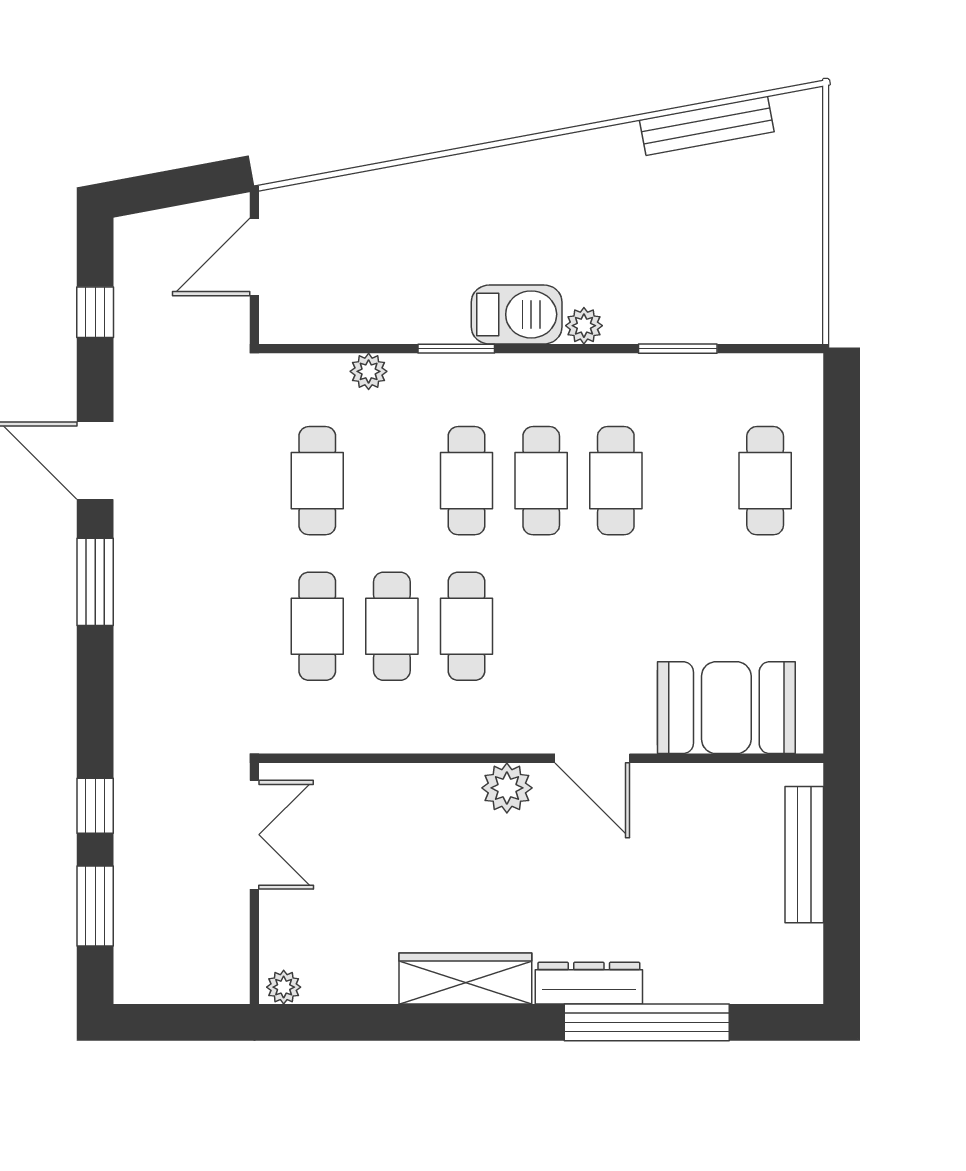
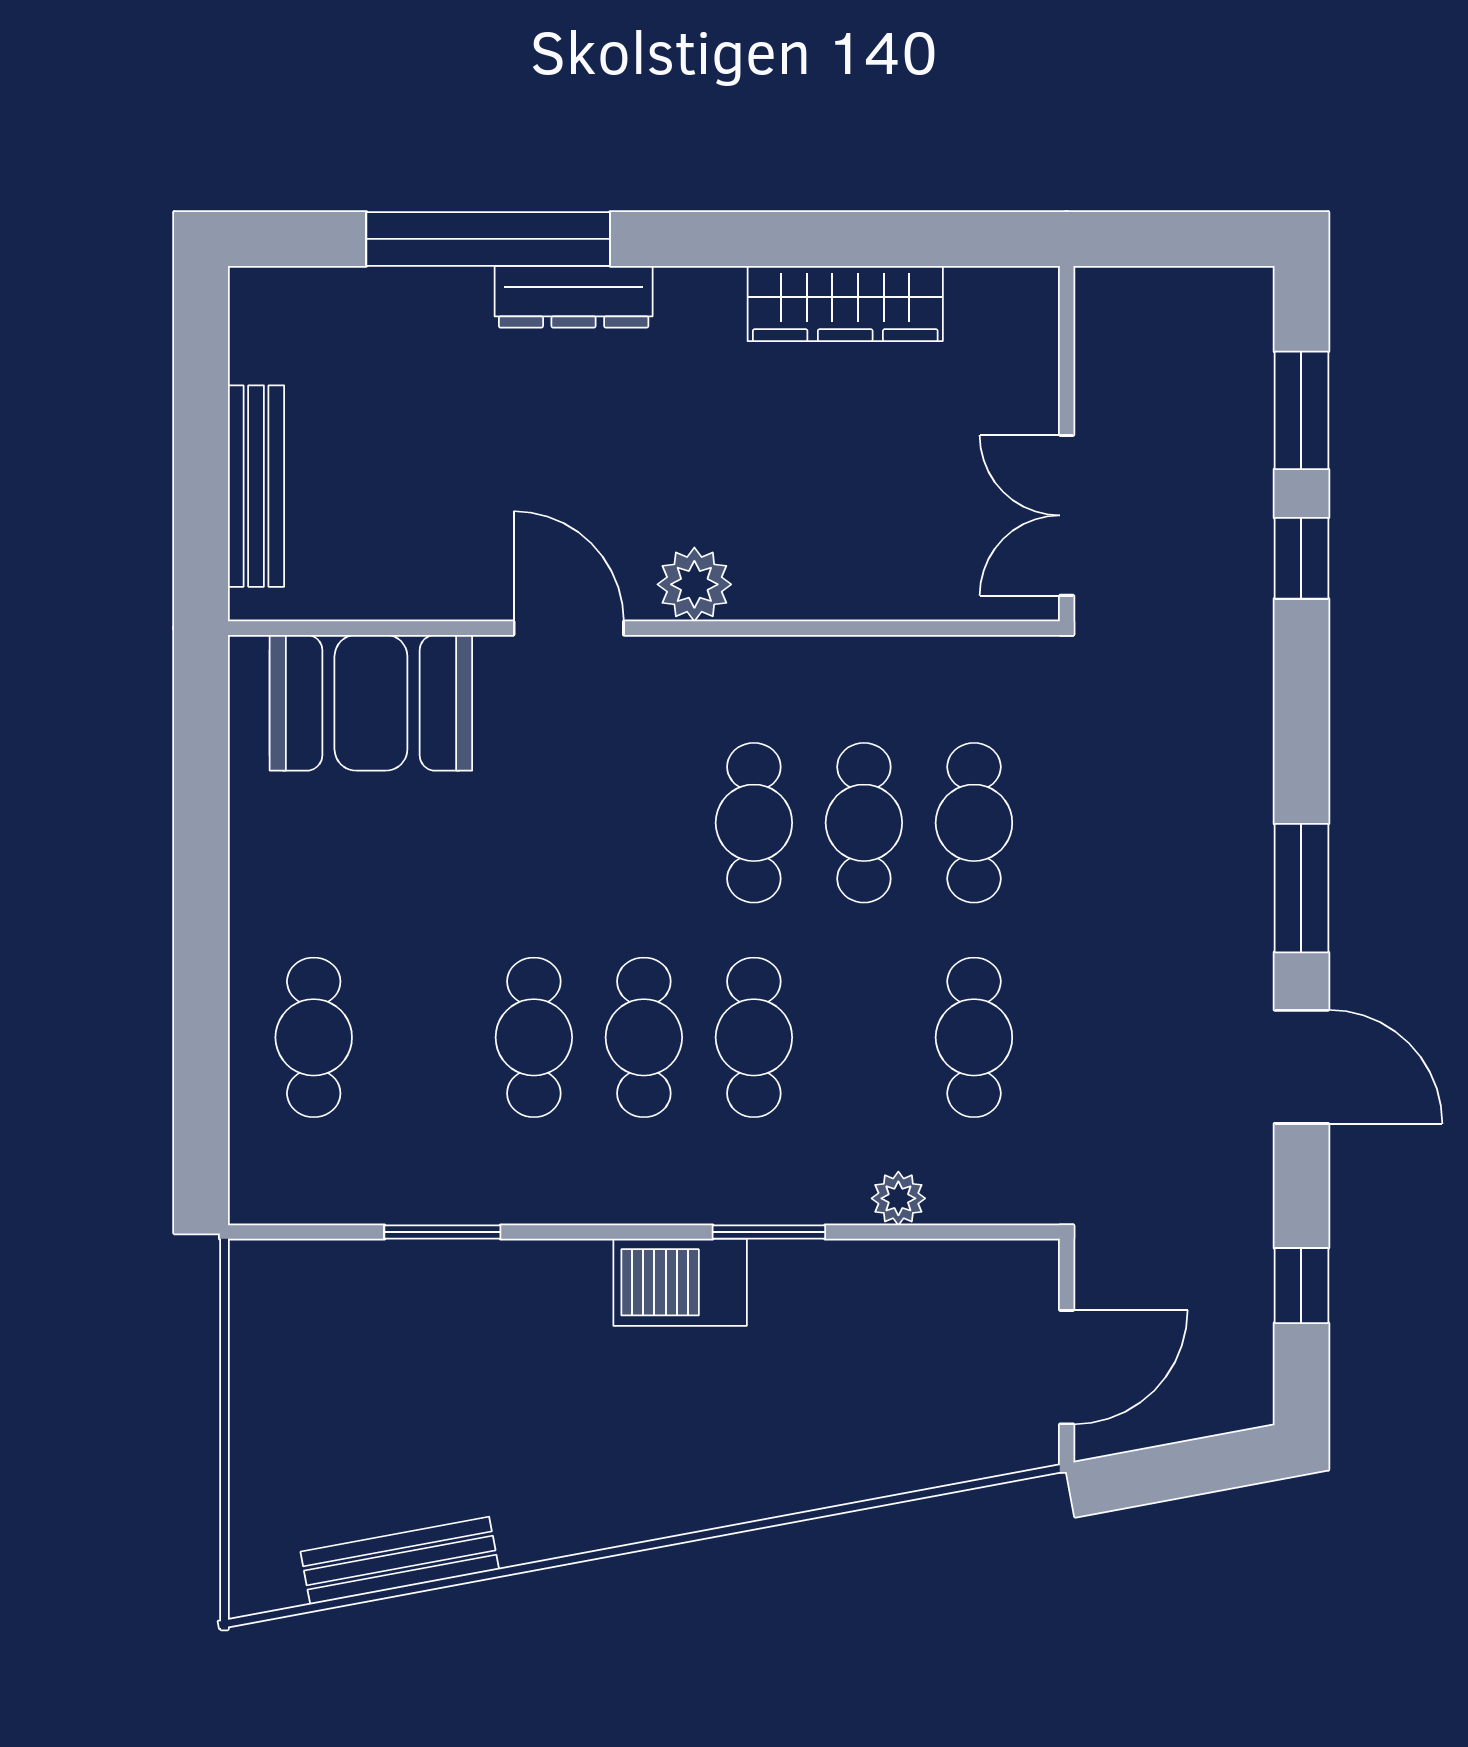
plant: (584, 326) -> (581, 1266), removed
wardrobe: (465, 978) -> (845, 303), moved
plant: (284, 987) -> (1023, 291), removed

